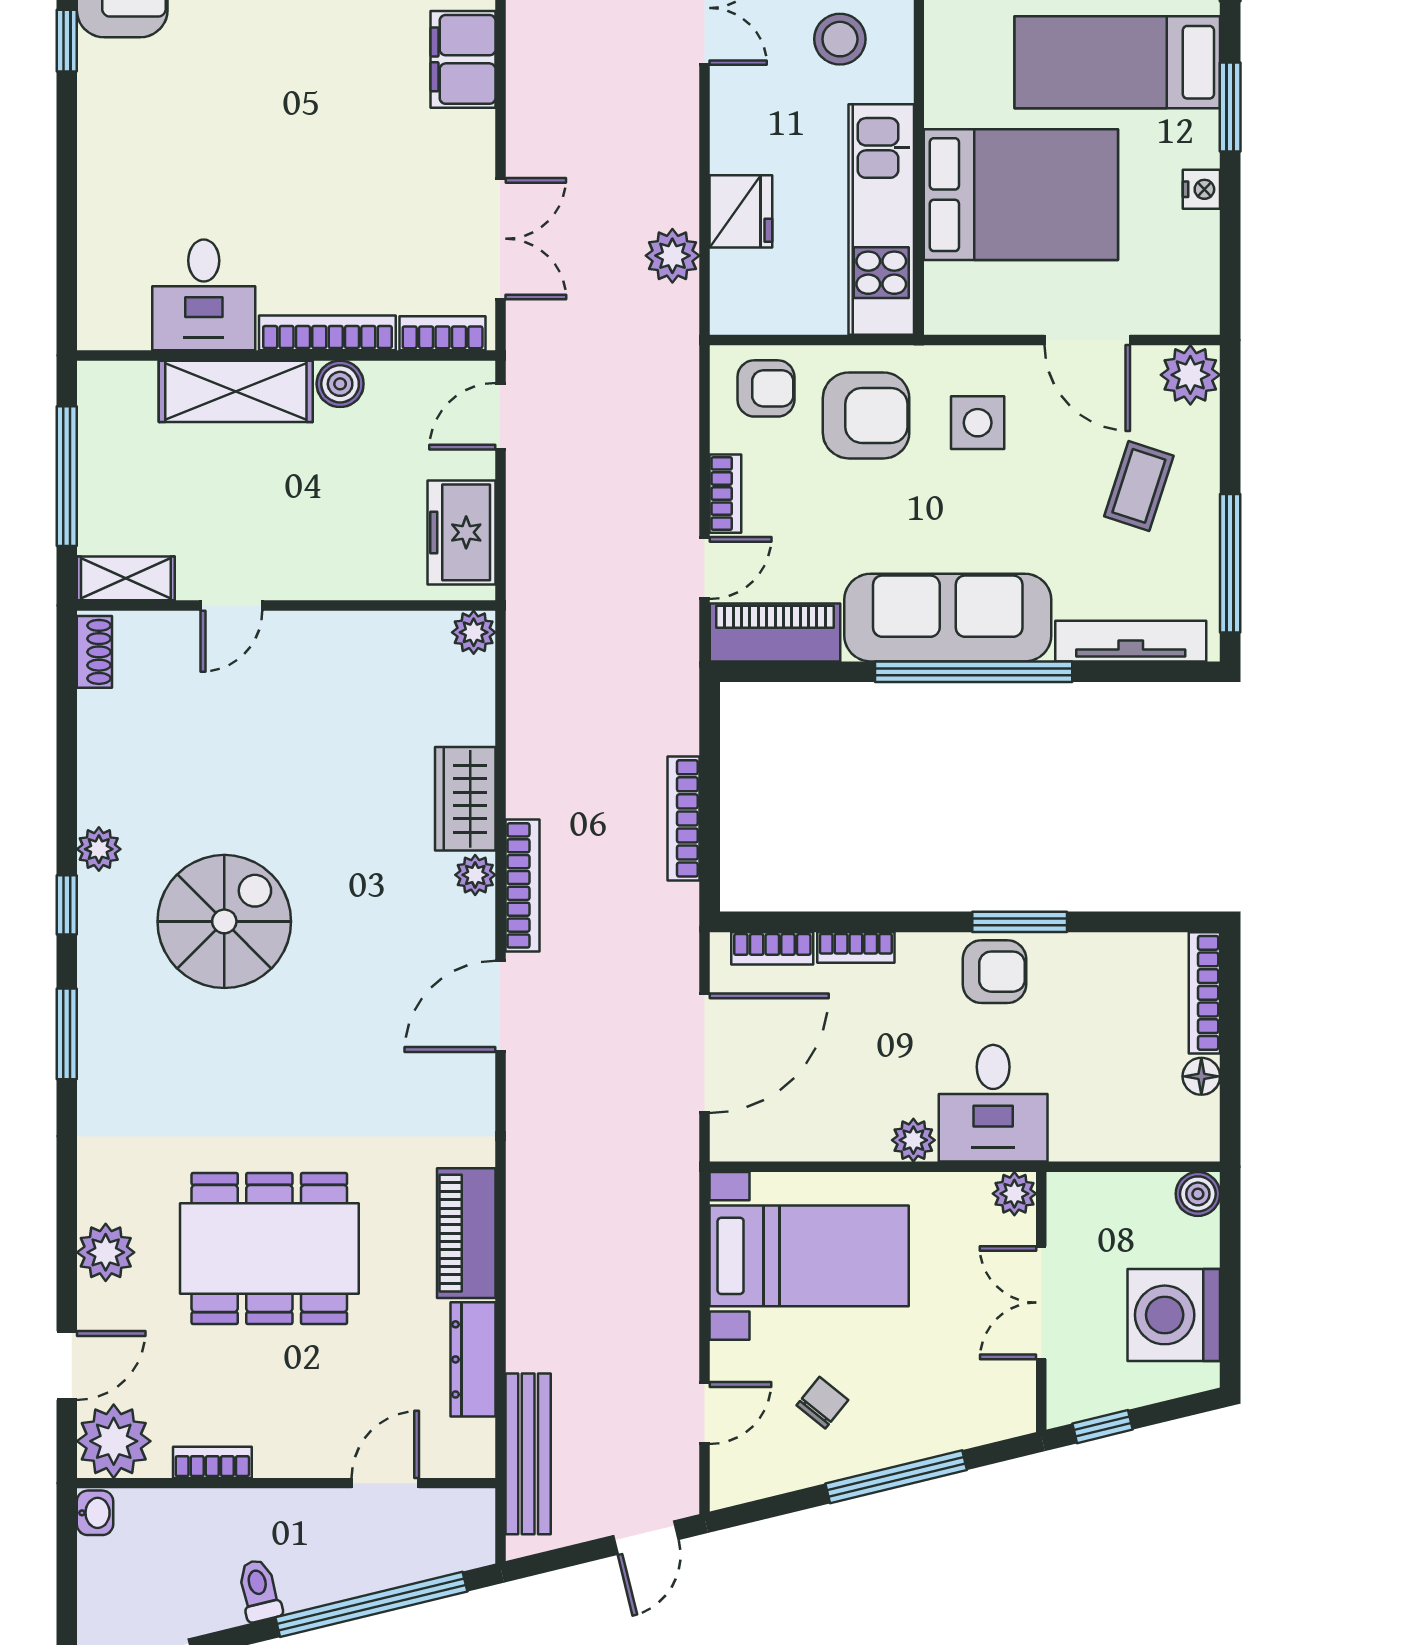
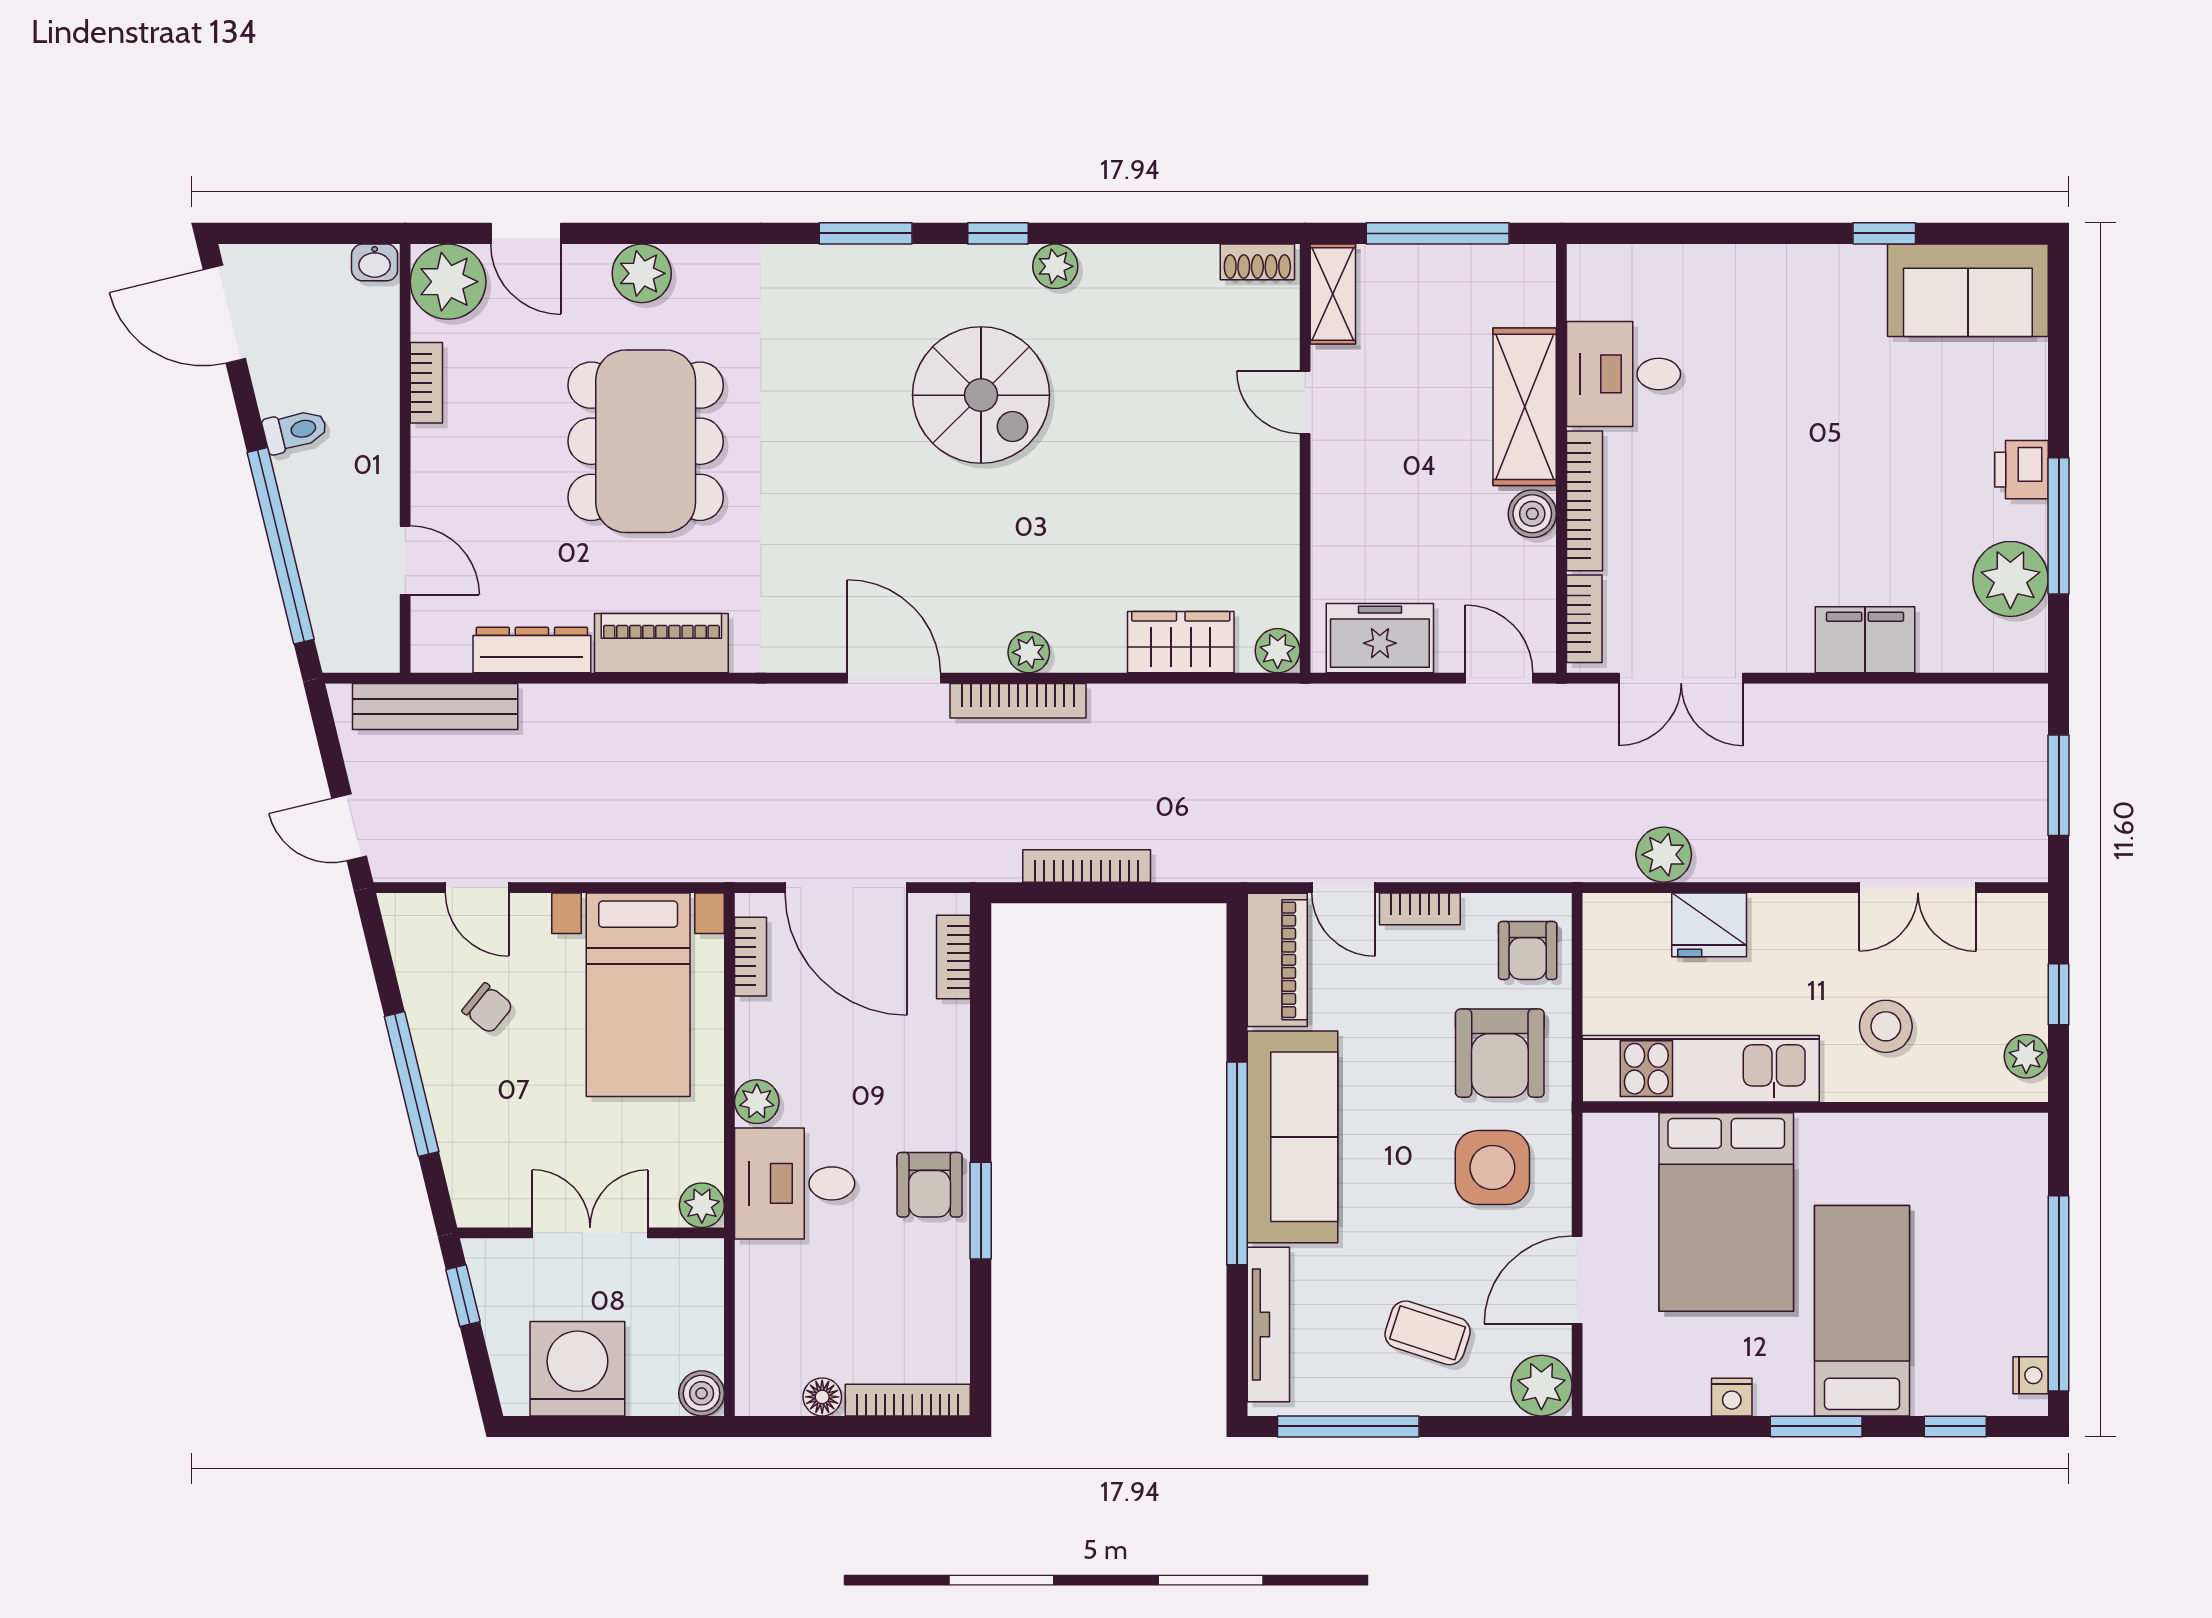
side table: (978, 423) -> (1492, 1168), width x1.37, depth x1.37
wardrobe: (465, 799) -> (1181, 642), moved
bookcase: (856, 947) -> (751, 957), moved, turned 180

